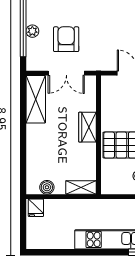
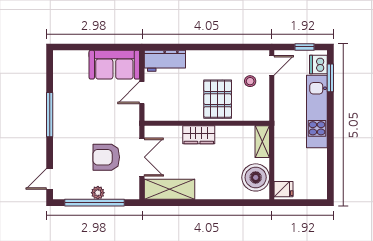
boiler: (47, 187) -> (256, 177), width x1.86, depth x1.86

